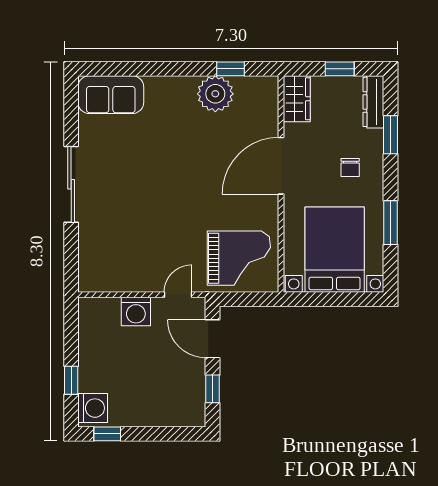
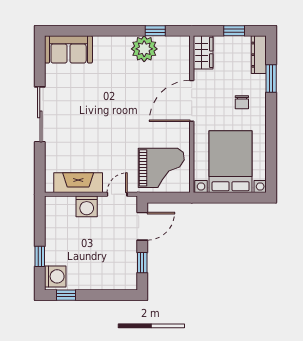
window: (391, 223) -> (271, 142), removed
fireplace: (124, 279) -> (78, 183), added
door: (213, 339) -> (142, 226), swing flipped

